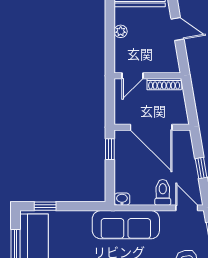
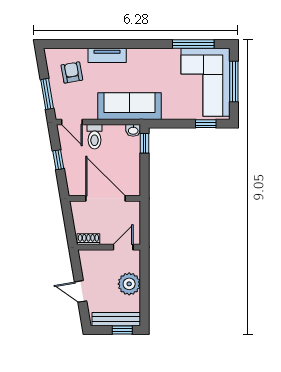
plant: (121, 31) -> (129, 284), width x1.87, depth x1.87
shoe rack: (164, 84) -> (88, 239), width x0.70
window: (110, 149) -> (145, 143), moved

